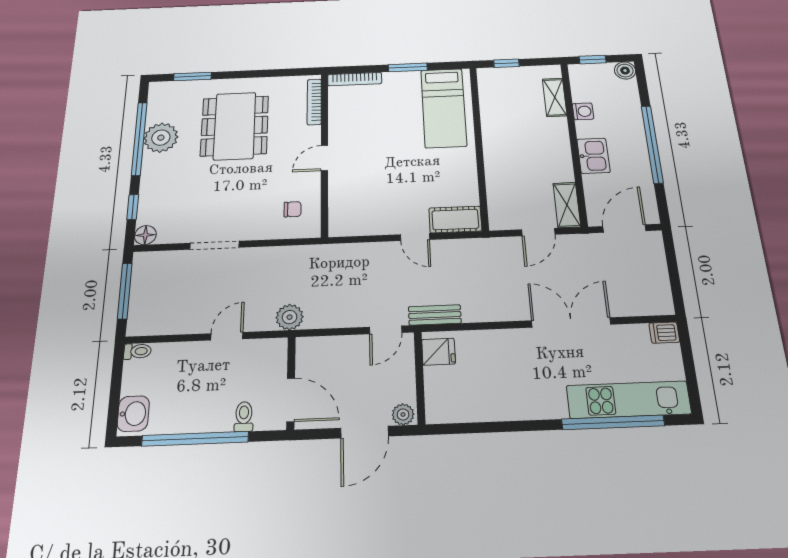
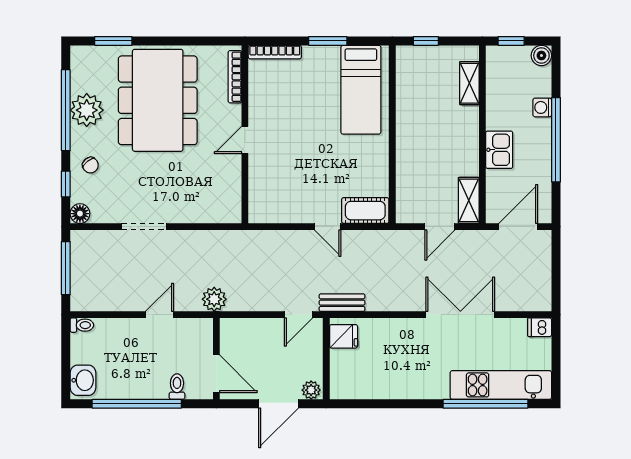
washing machine: (583, 111) -> (542, 107), moved, turned 180
dining table: (235, 126) -> (158, 100), width x1.36, depth x1.24
chair: (293, 209) -> (90, 165), moved, turned 51

